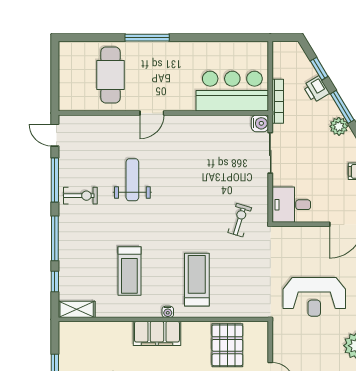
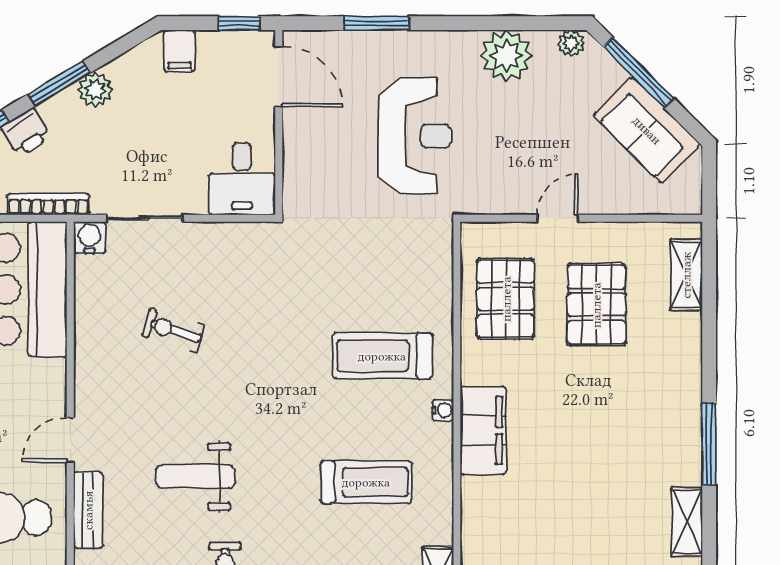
door: (152, 113) -> (70, 440), swing flipped
bench: (114, 123) -> (88, 510), added
exercise bike: (240, 220) -> (173, 330), moved
pallet: (227, 345) -> (506, 299), turned 90

